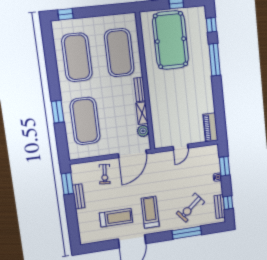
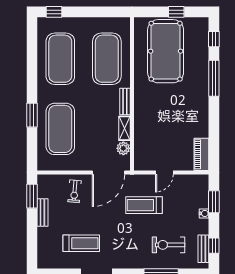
exercise bike: (190, 208) -> (169, 245), turned 40
treadmill: (150, 212) -> (144, 205), moved, turned -90

